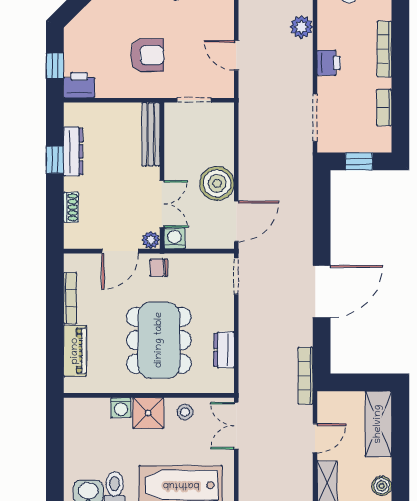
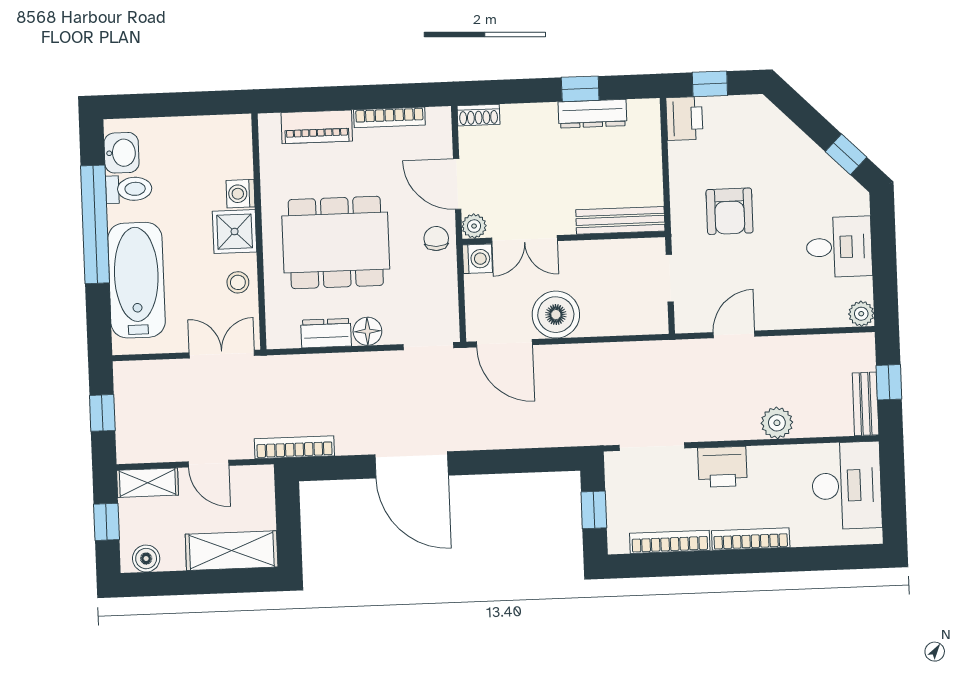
printer: (329, 63) -> (722, 467), width x1.36, depth x1.24
bookcase: (384, 107) -> (670, 542), width x1.56
shoe rack: (71, 207) -> (478, 115), moved
floor lamp: (224, 320) -> (367, 331), added

